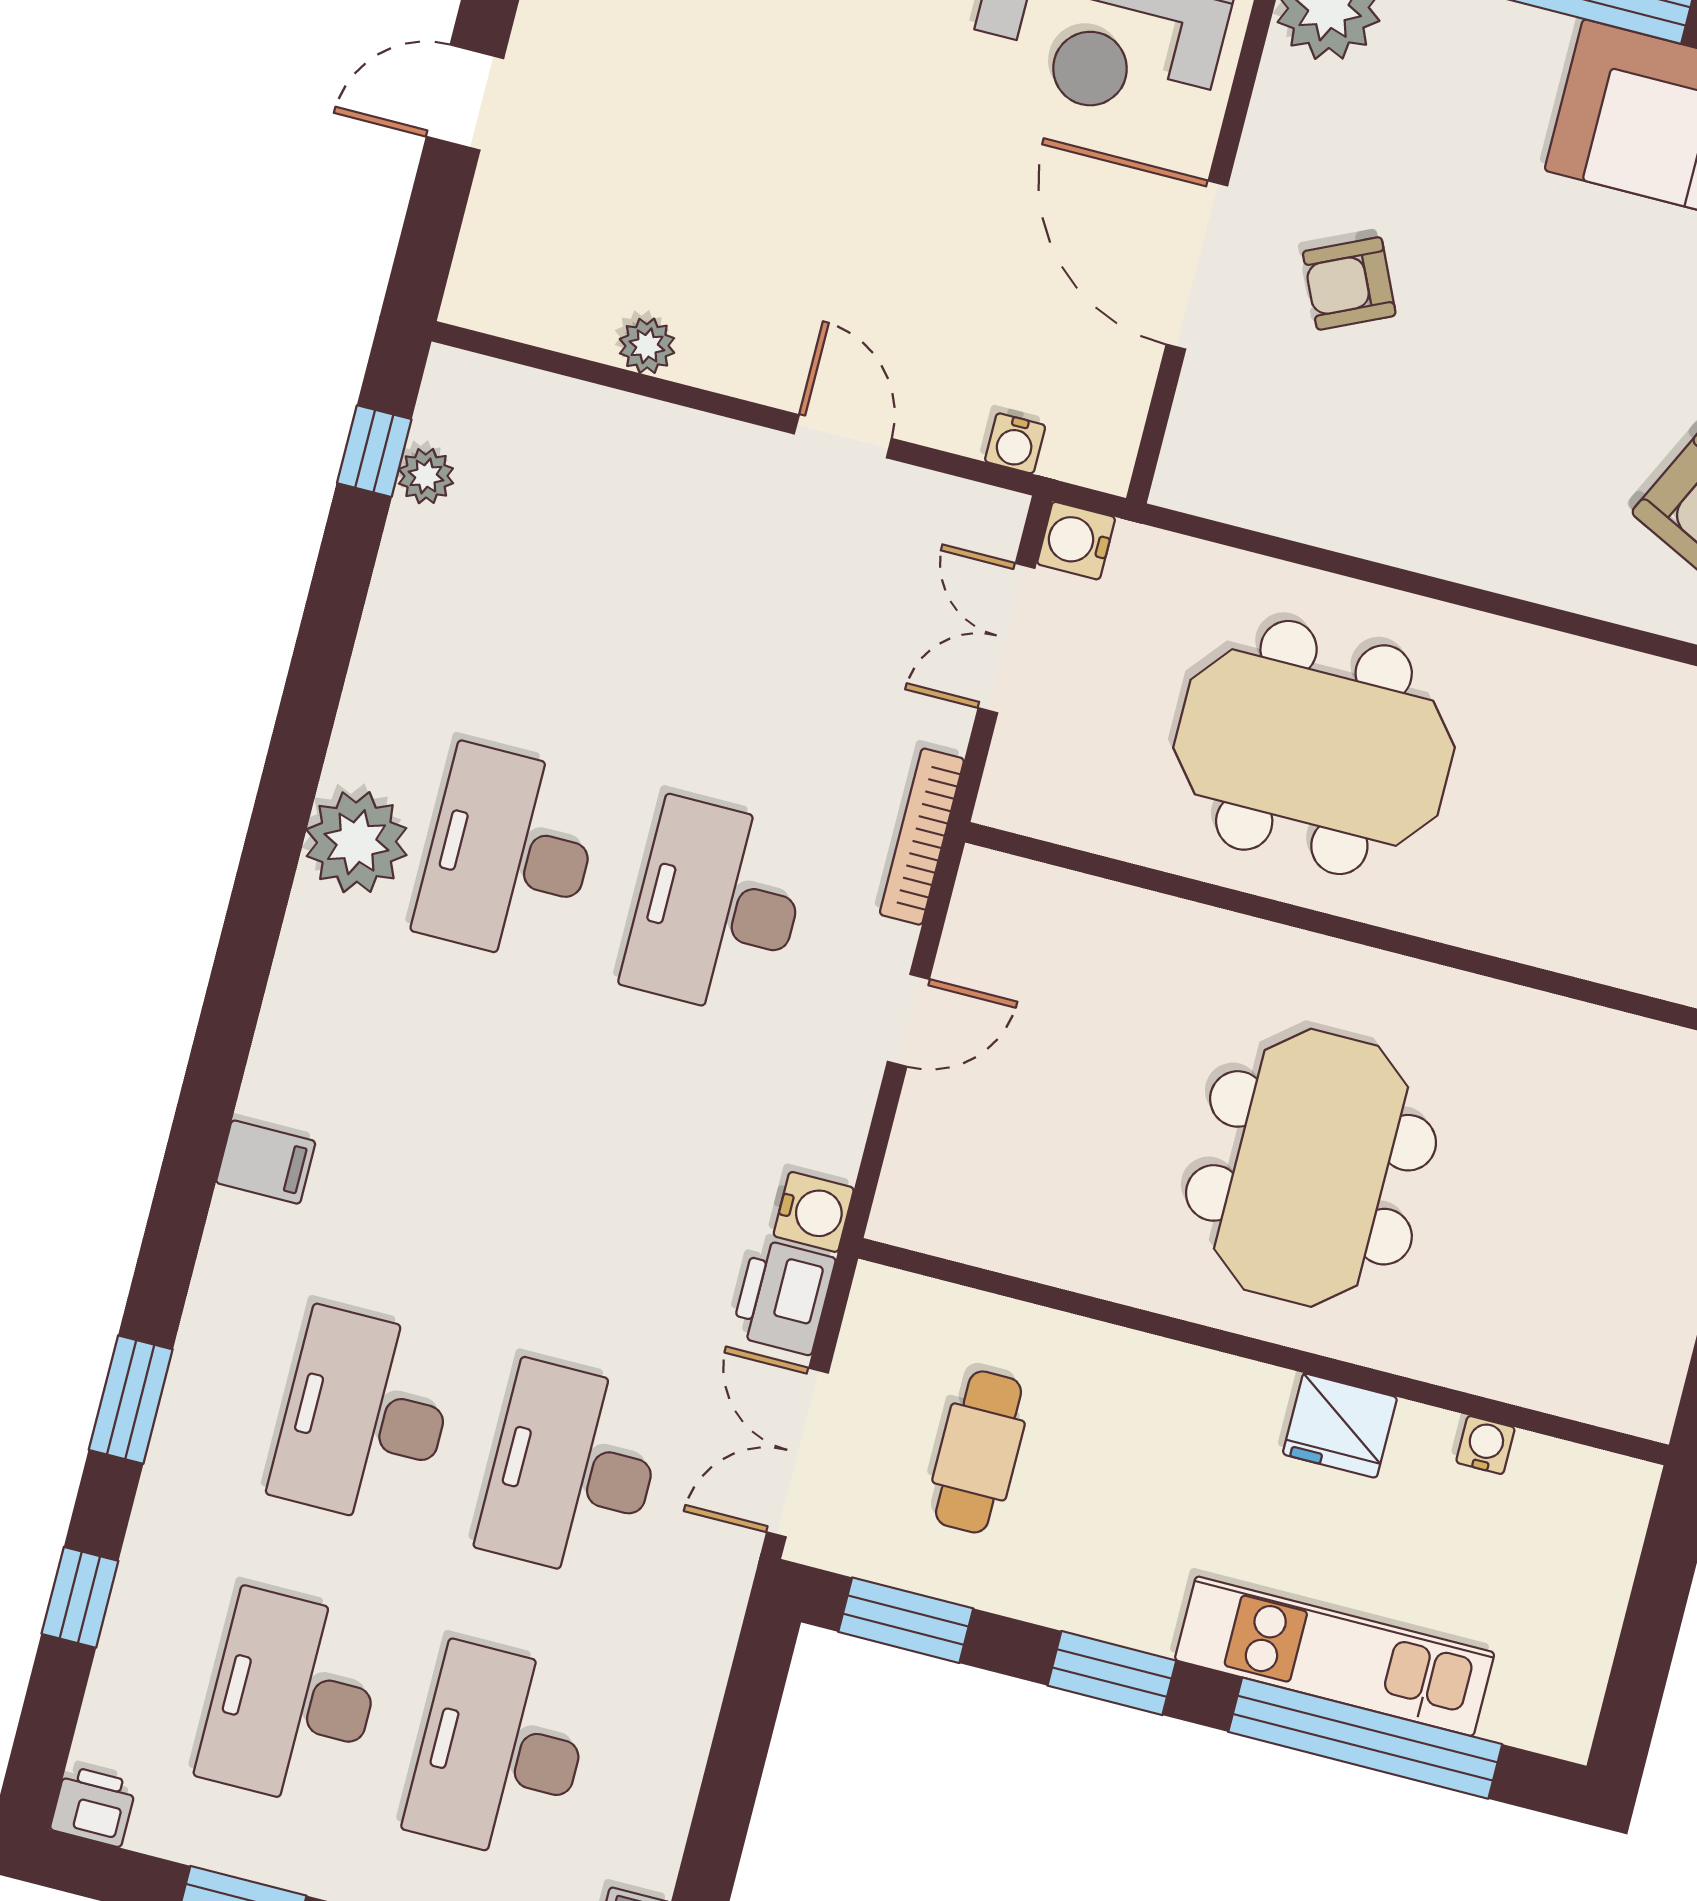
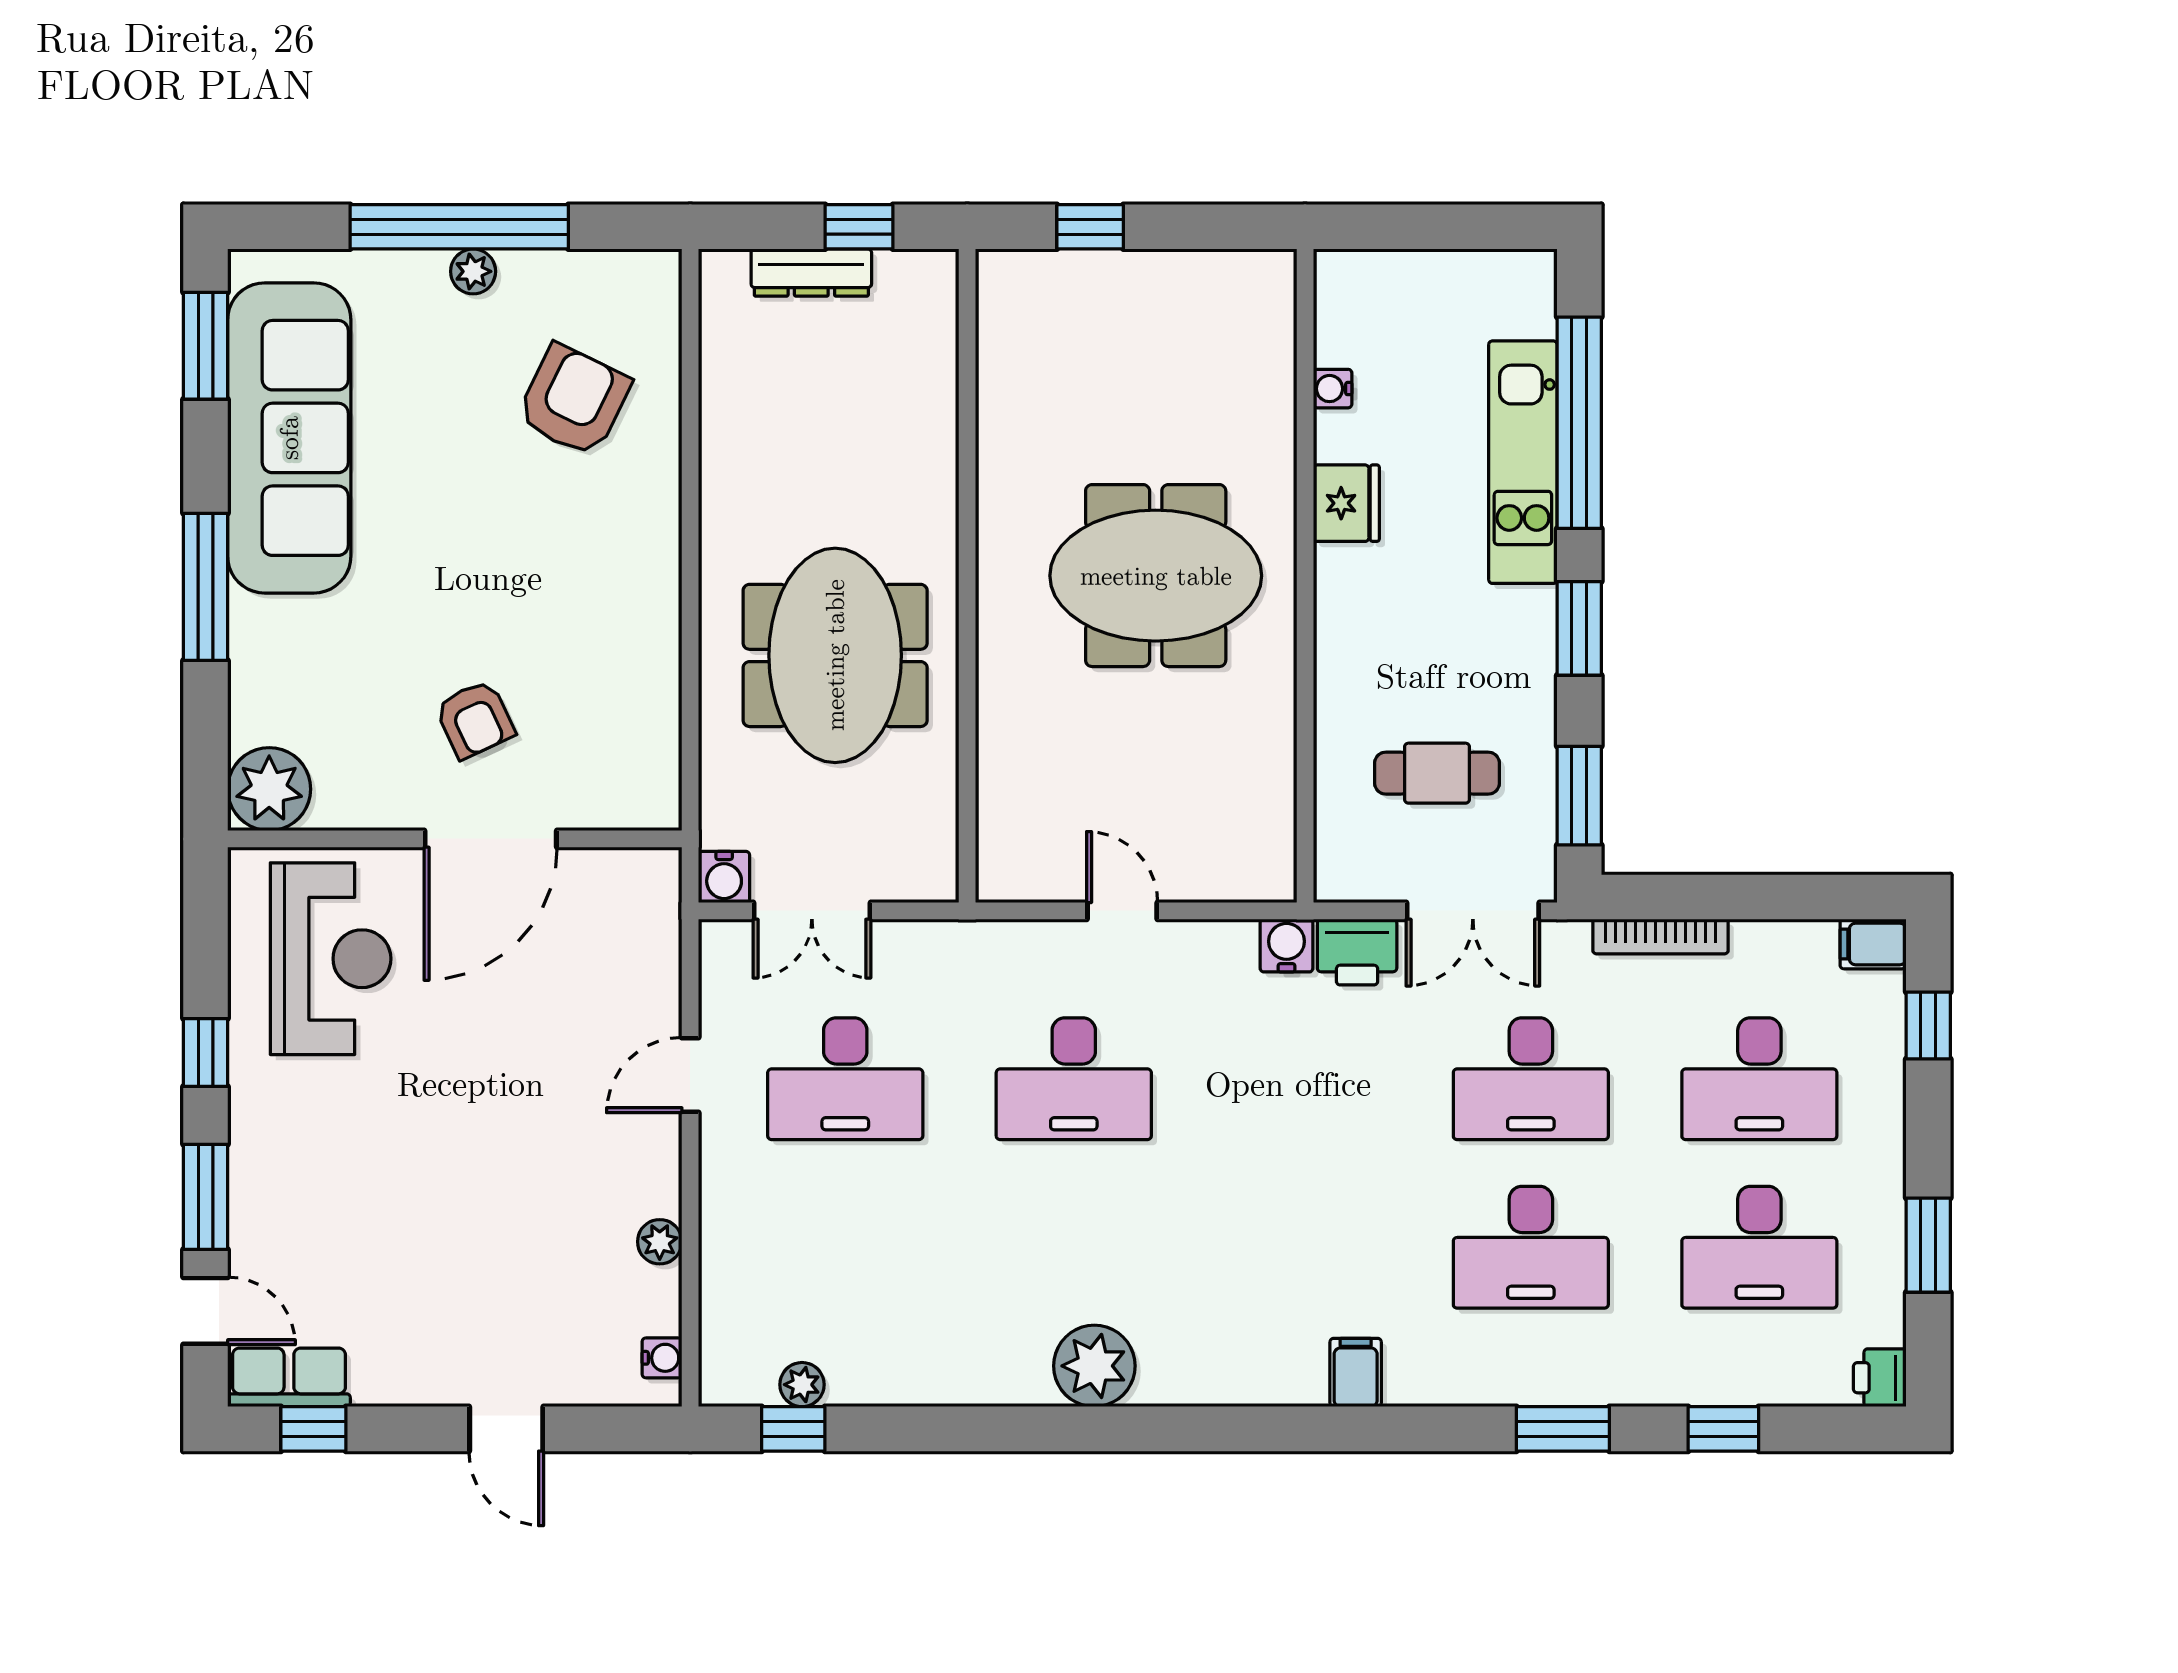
water cooler: (1015, 443) -> (662, 1358), moved
bookcase: (922, 837) -> (1660, 937), moved
desk: (509, 854) -> (845, 1079), moved

